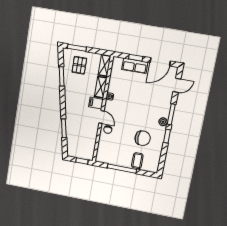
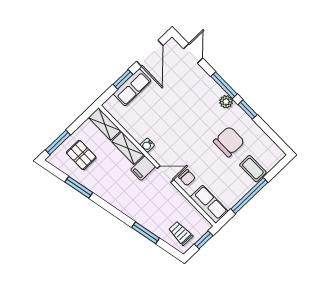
trolley: (77, 147) -> (181, 233), added
row of seats: (102, 151) -> (209, 204), added

